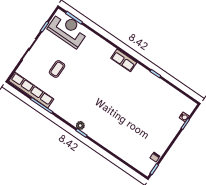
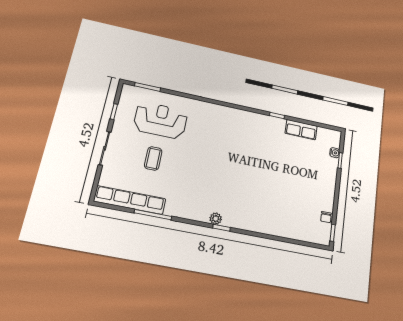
reception desk: (68, 30) -> (161, 120), moved
row of seats: (124, 60) -> (301, 130), moved

